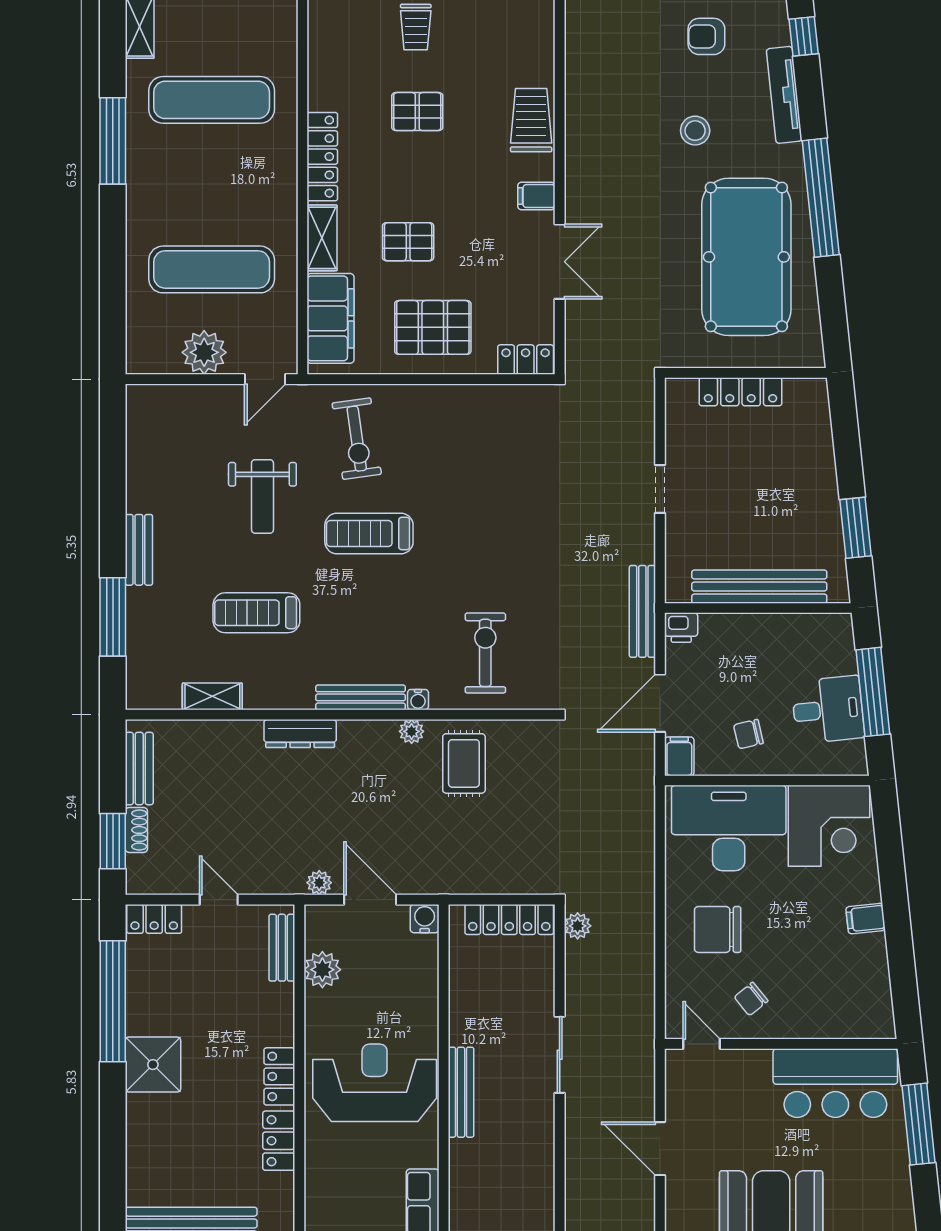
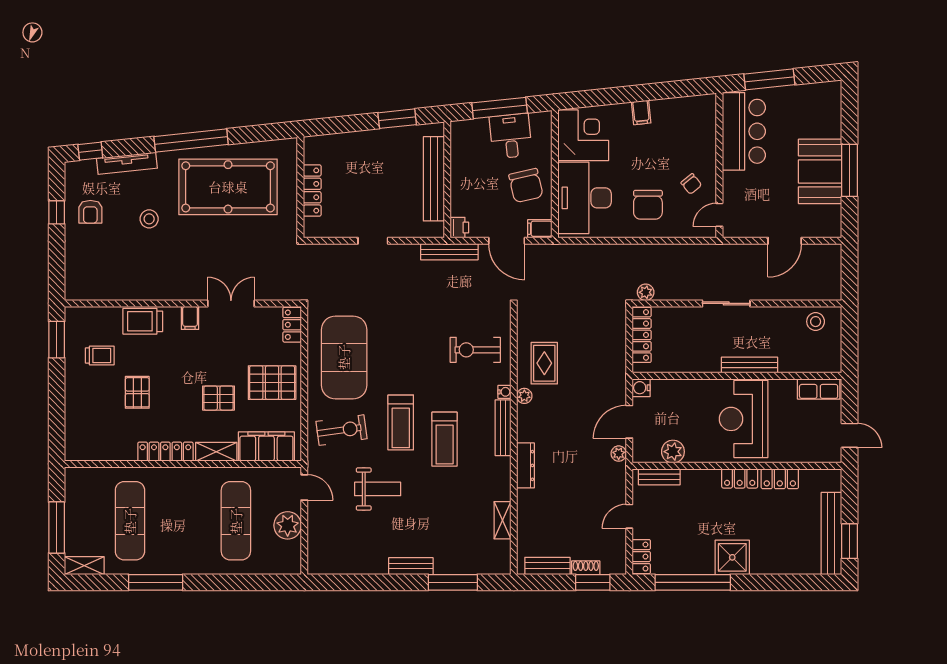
trolley: (416, 27) -> (100, 355), moved
pallet: (408, 242) -> (219, 398), turned 90
pallet: (433, 327) -> (272, 383), turned 90
exercise mat: (473, 443) -> (344, 357), added
treadmill: (256, 613) -> (445, 439), moved
chair: (748, 734) -> (526, 186), width x1.87, depth x1.87
rug: (464, 763) -> (544, 363), turned 90
stool: (531, 1198) -> (816, 322), added

